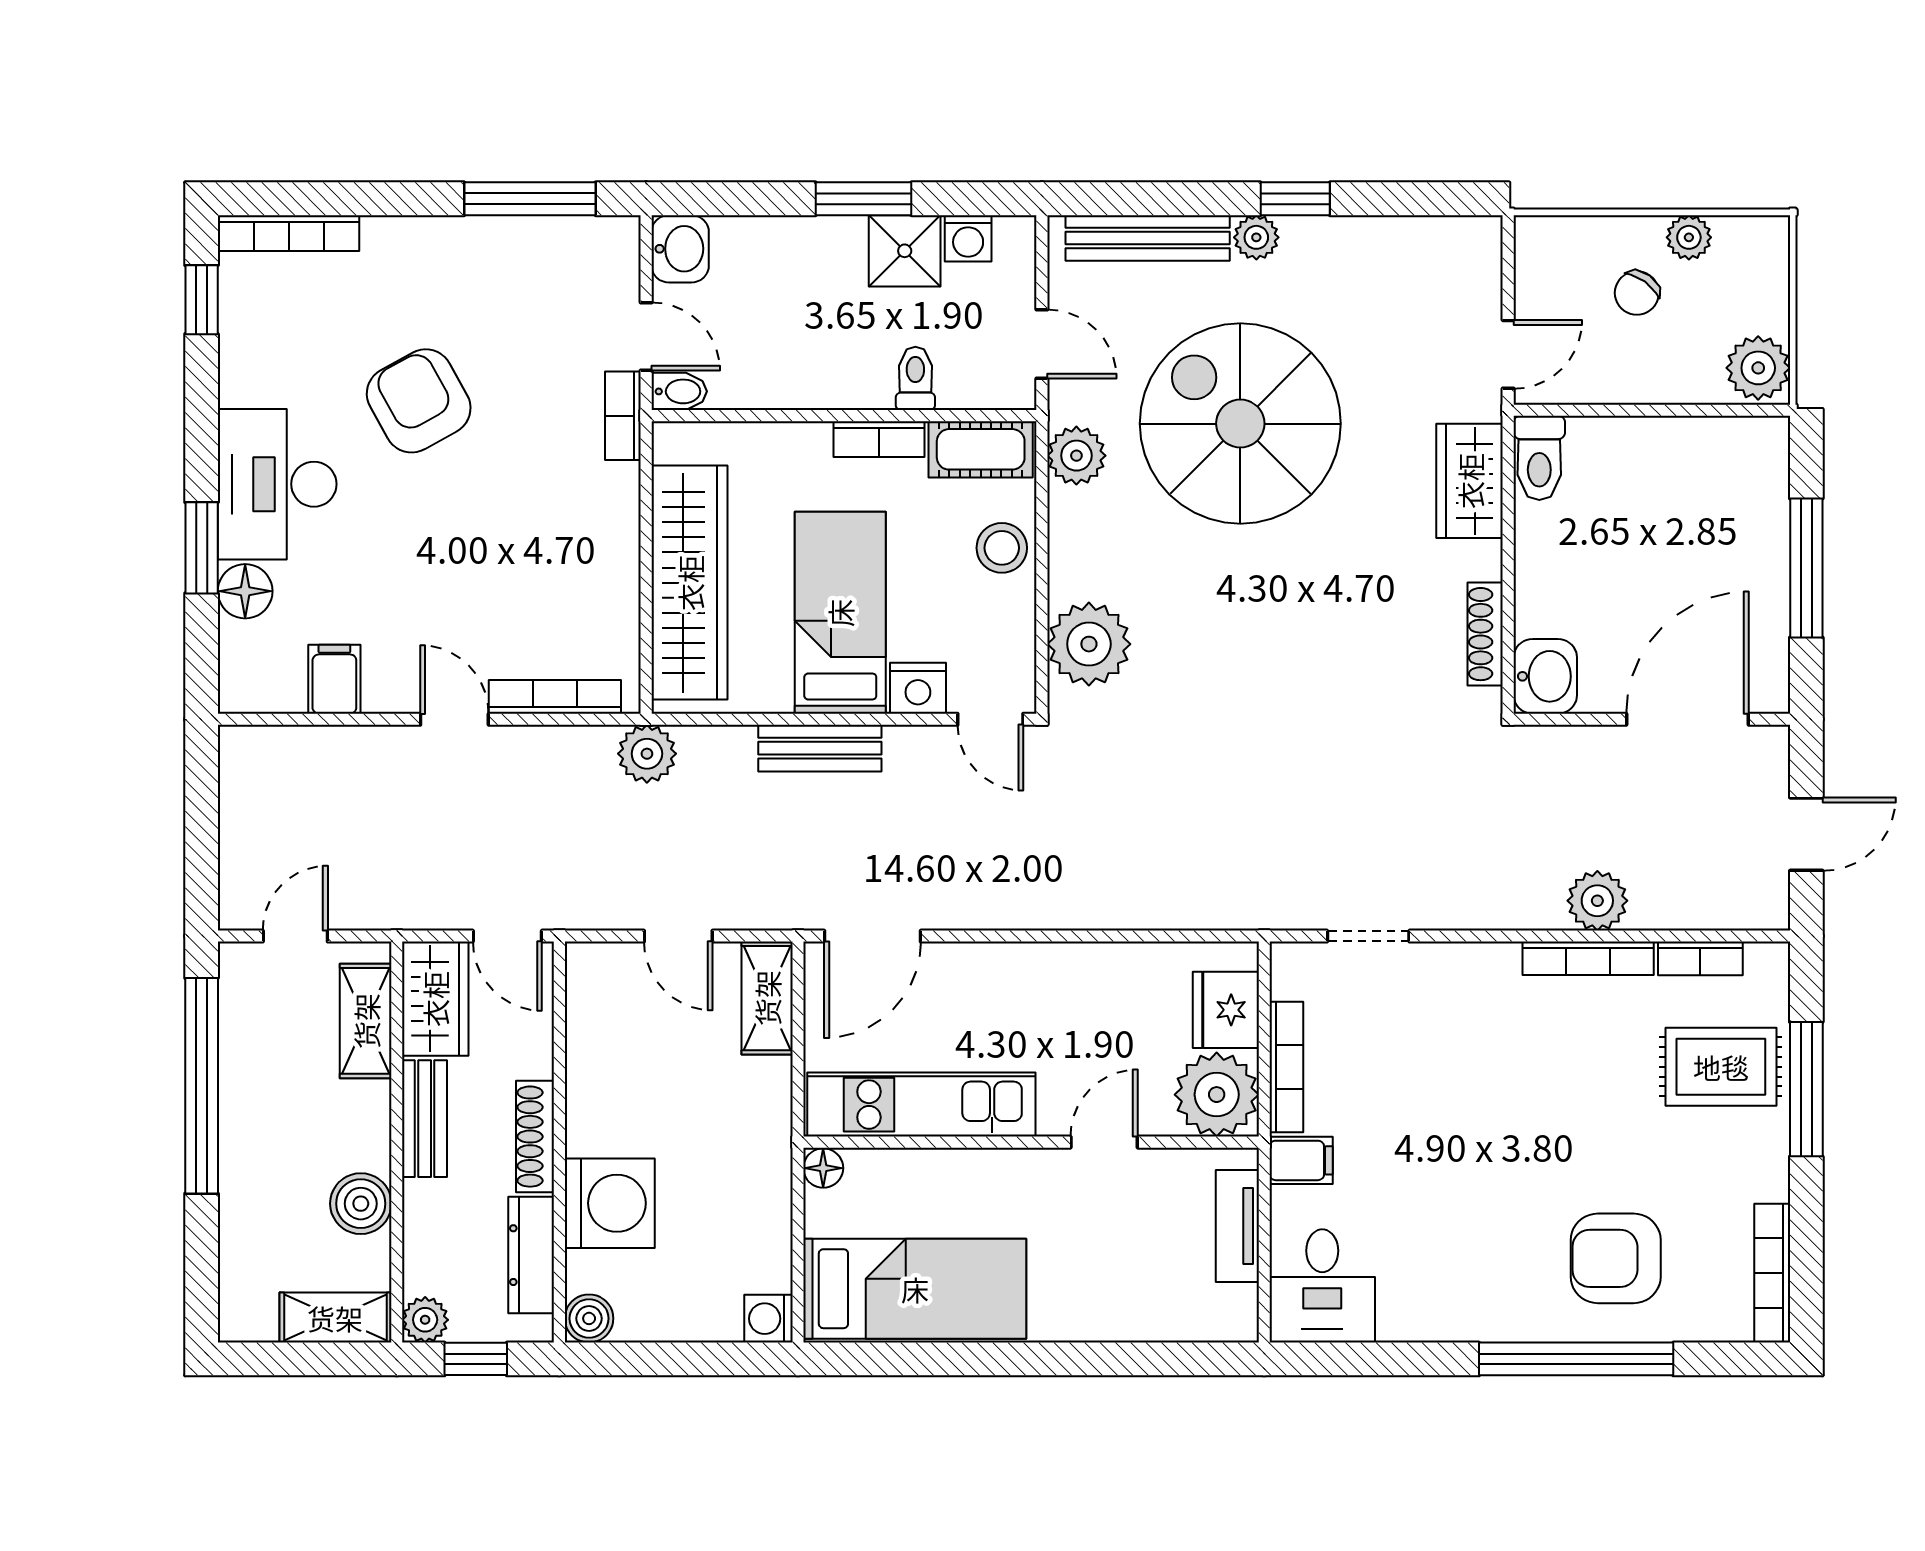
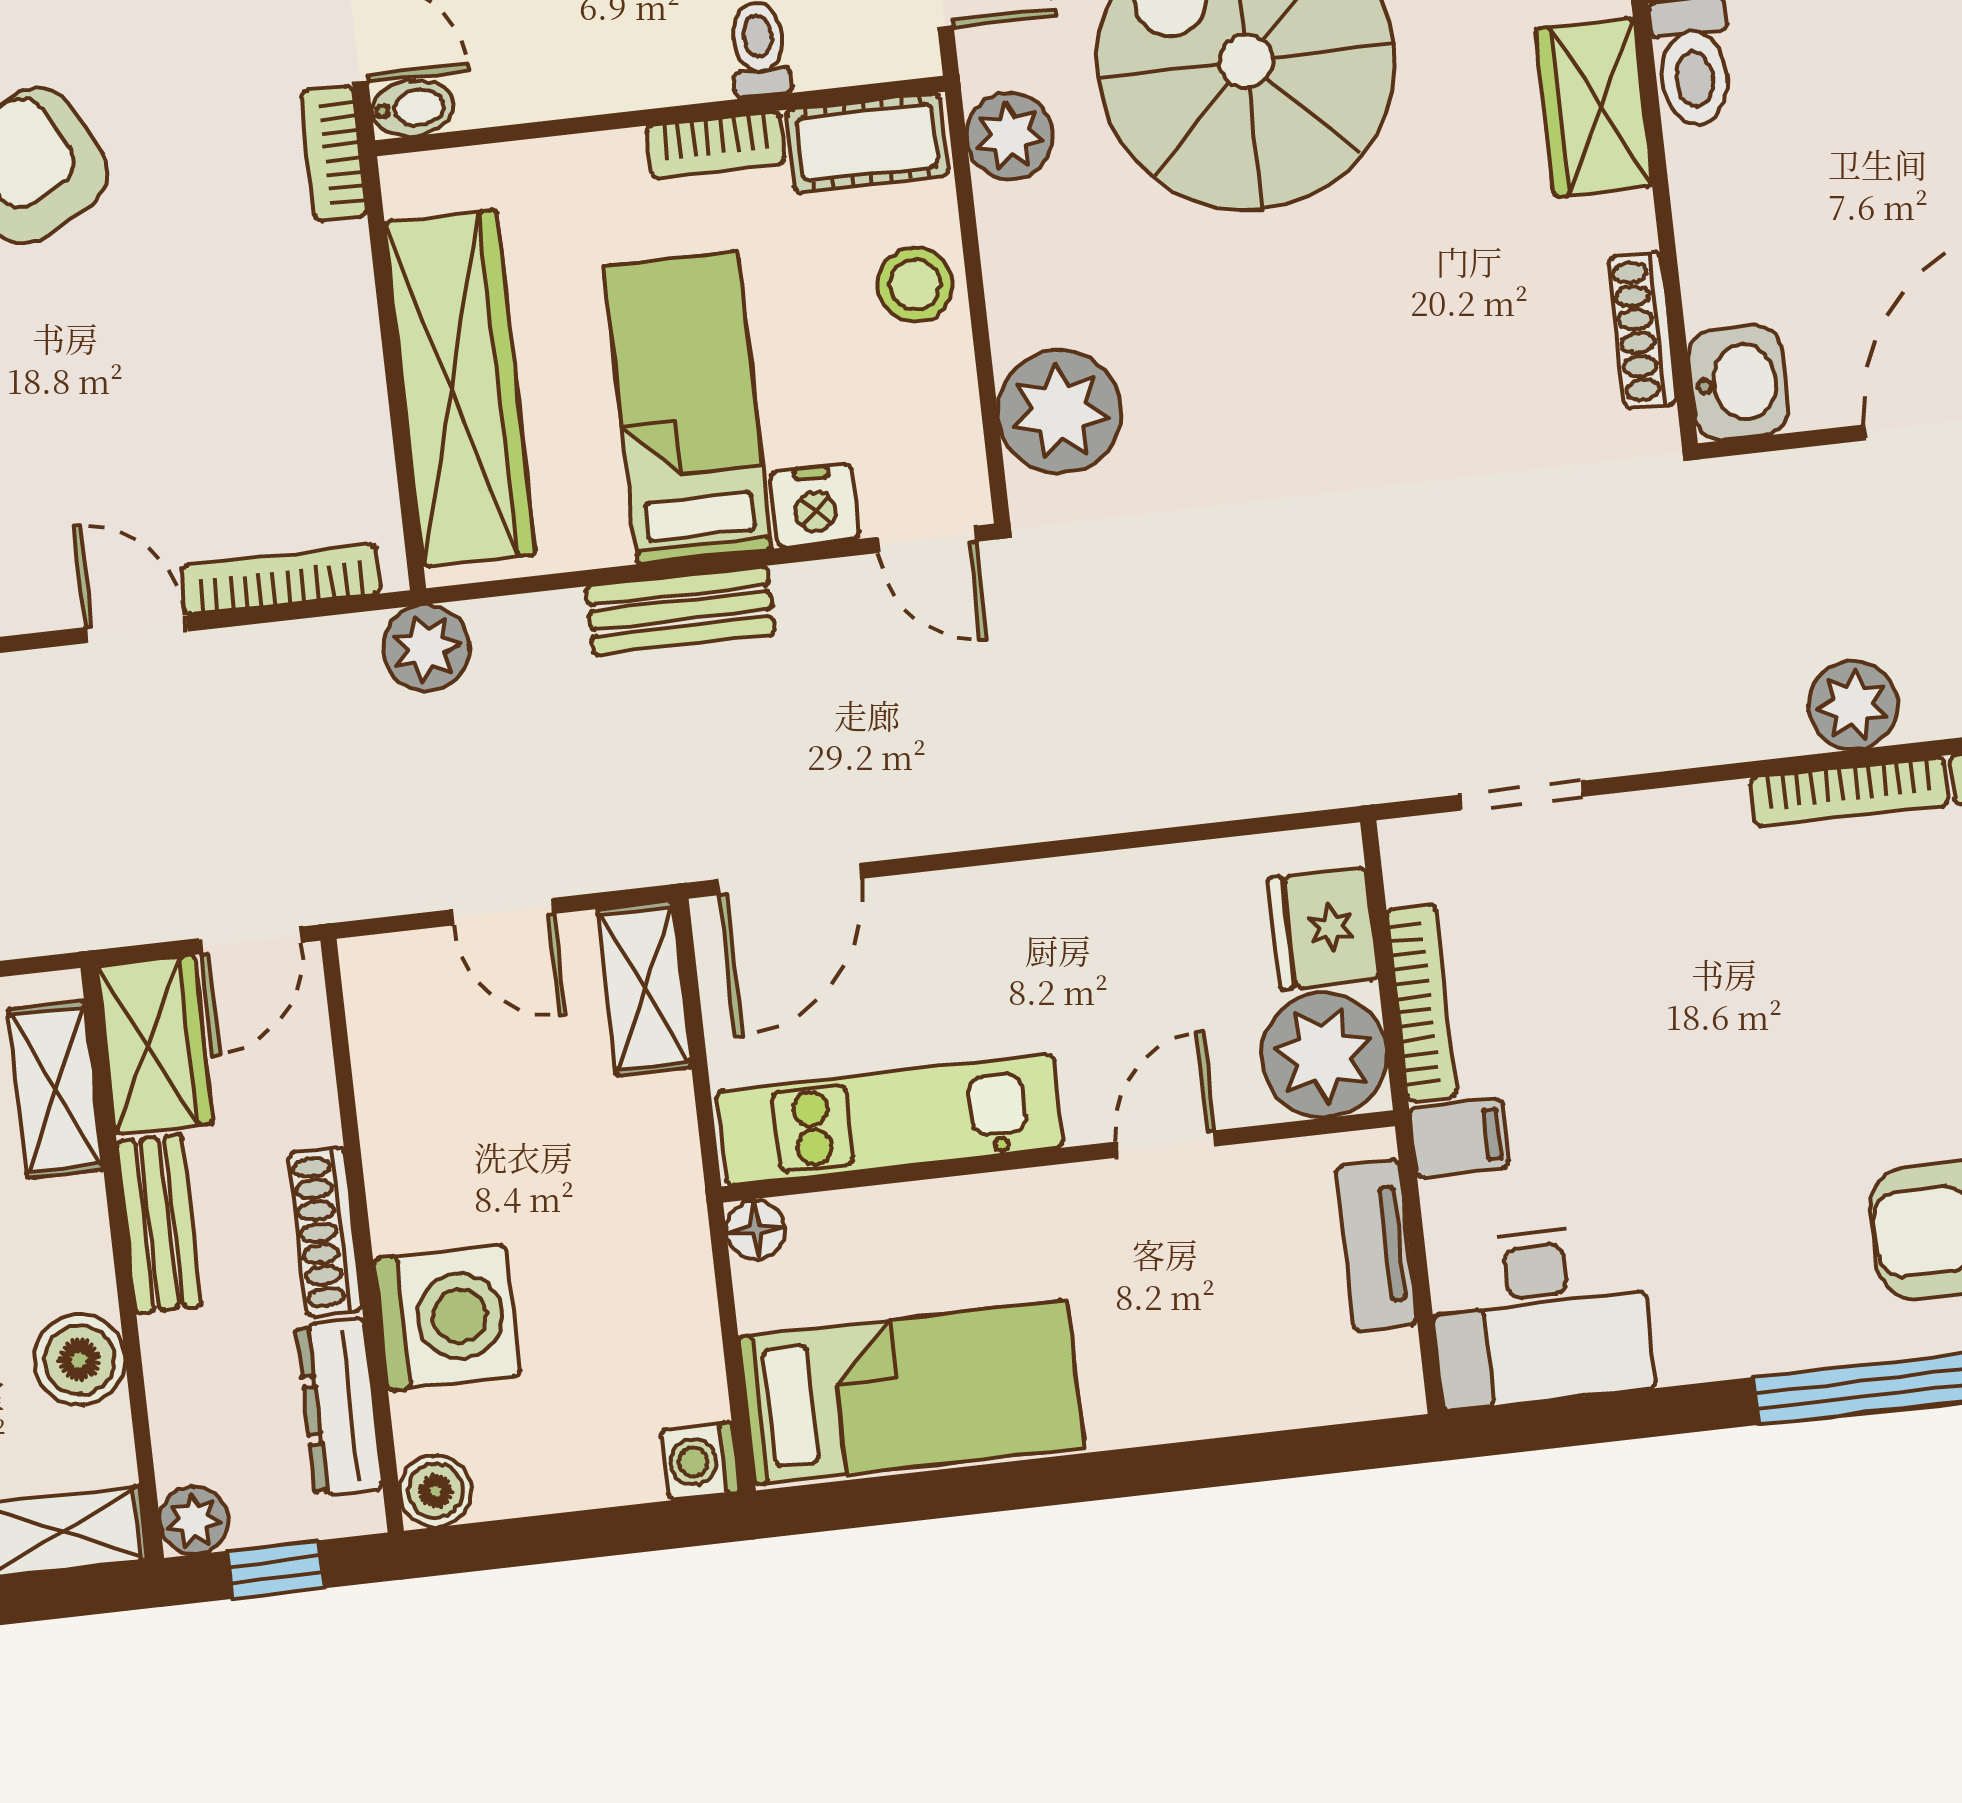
door: (507, 936) -> (251, 940), hinge flipped
desk: (1322, 1286) -> (1541, 1316), width x1.37

